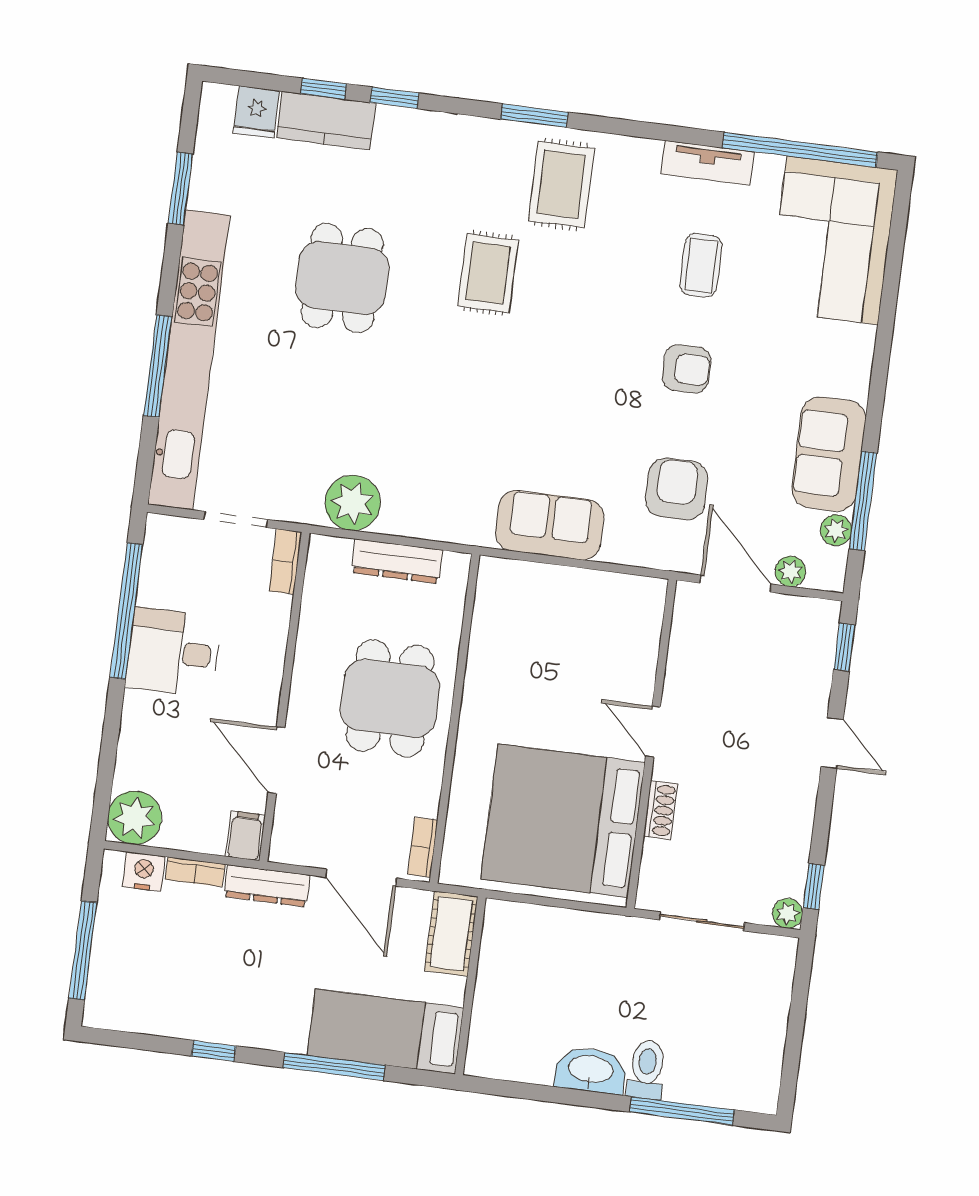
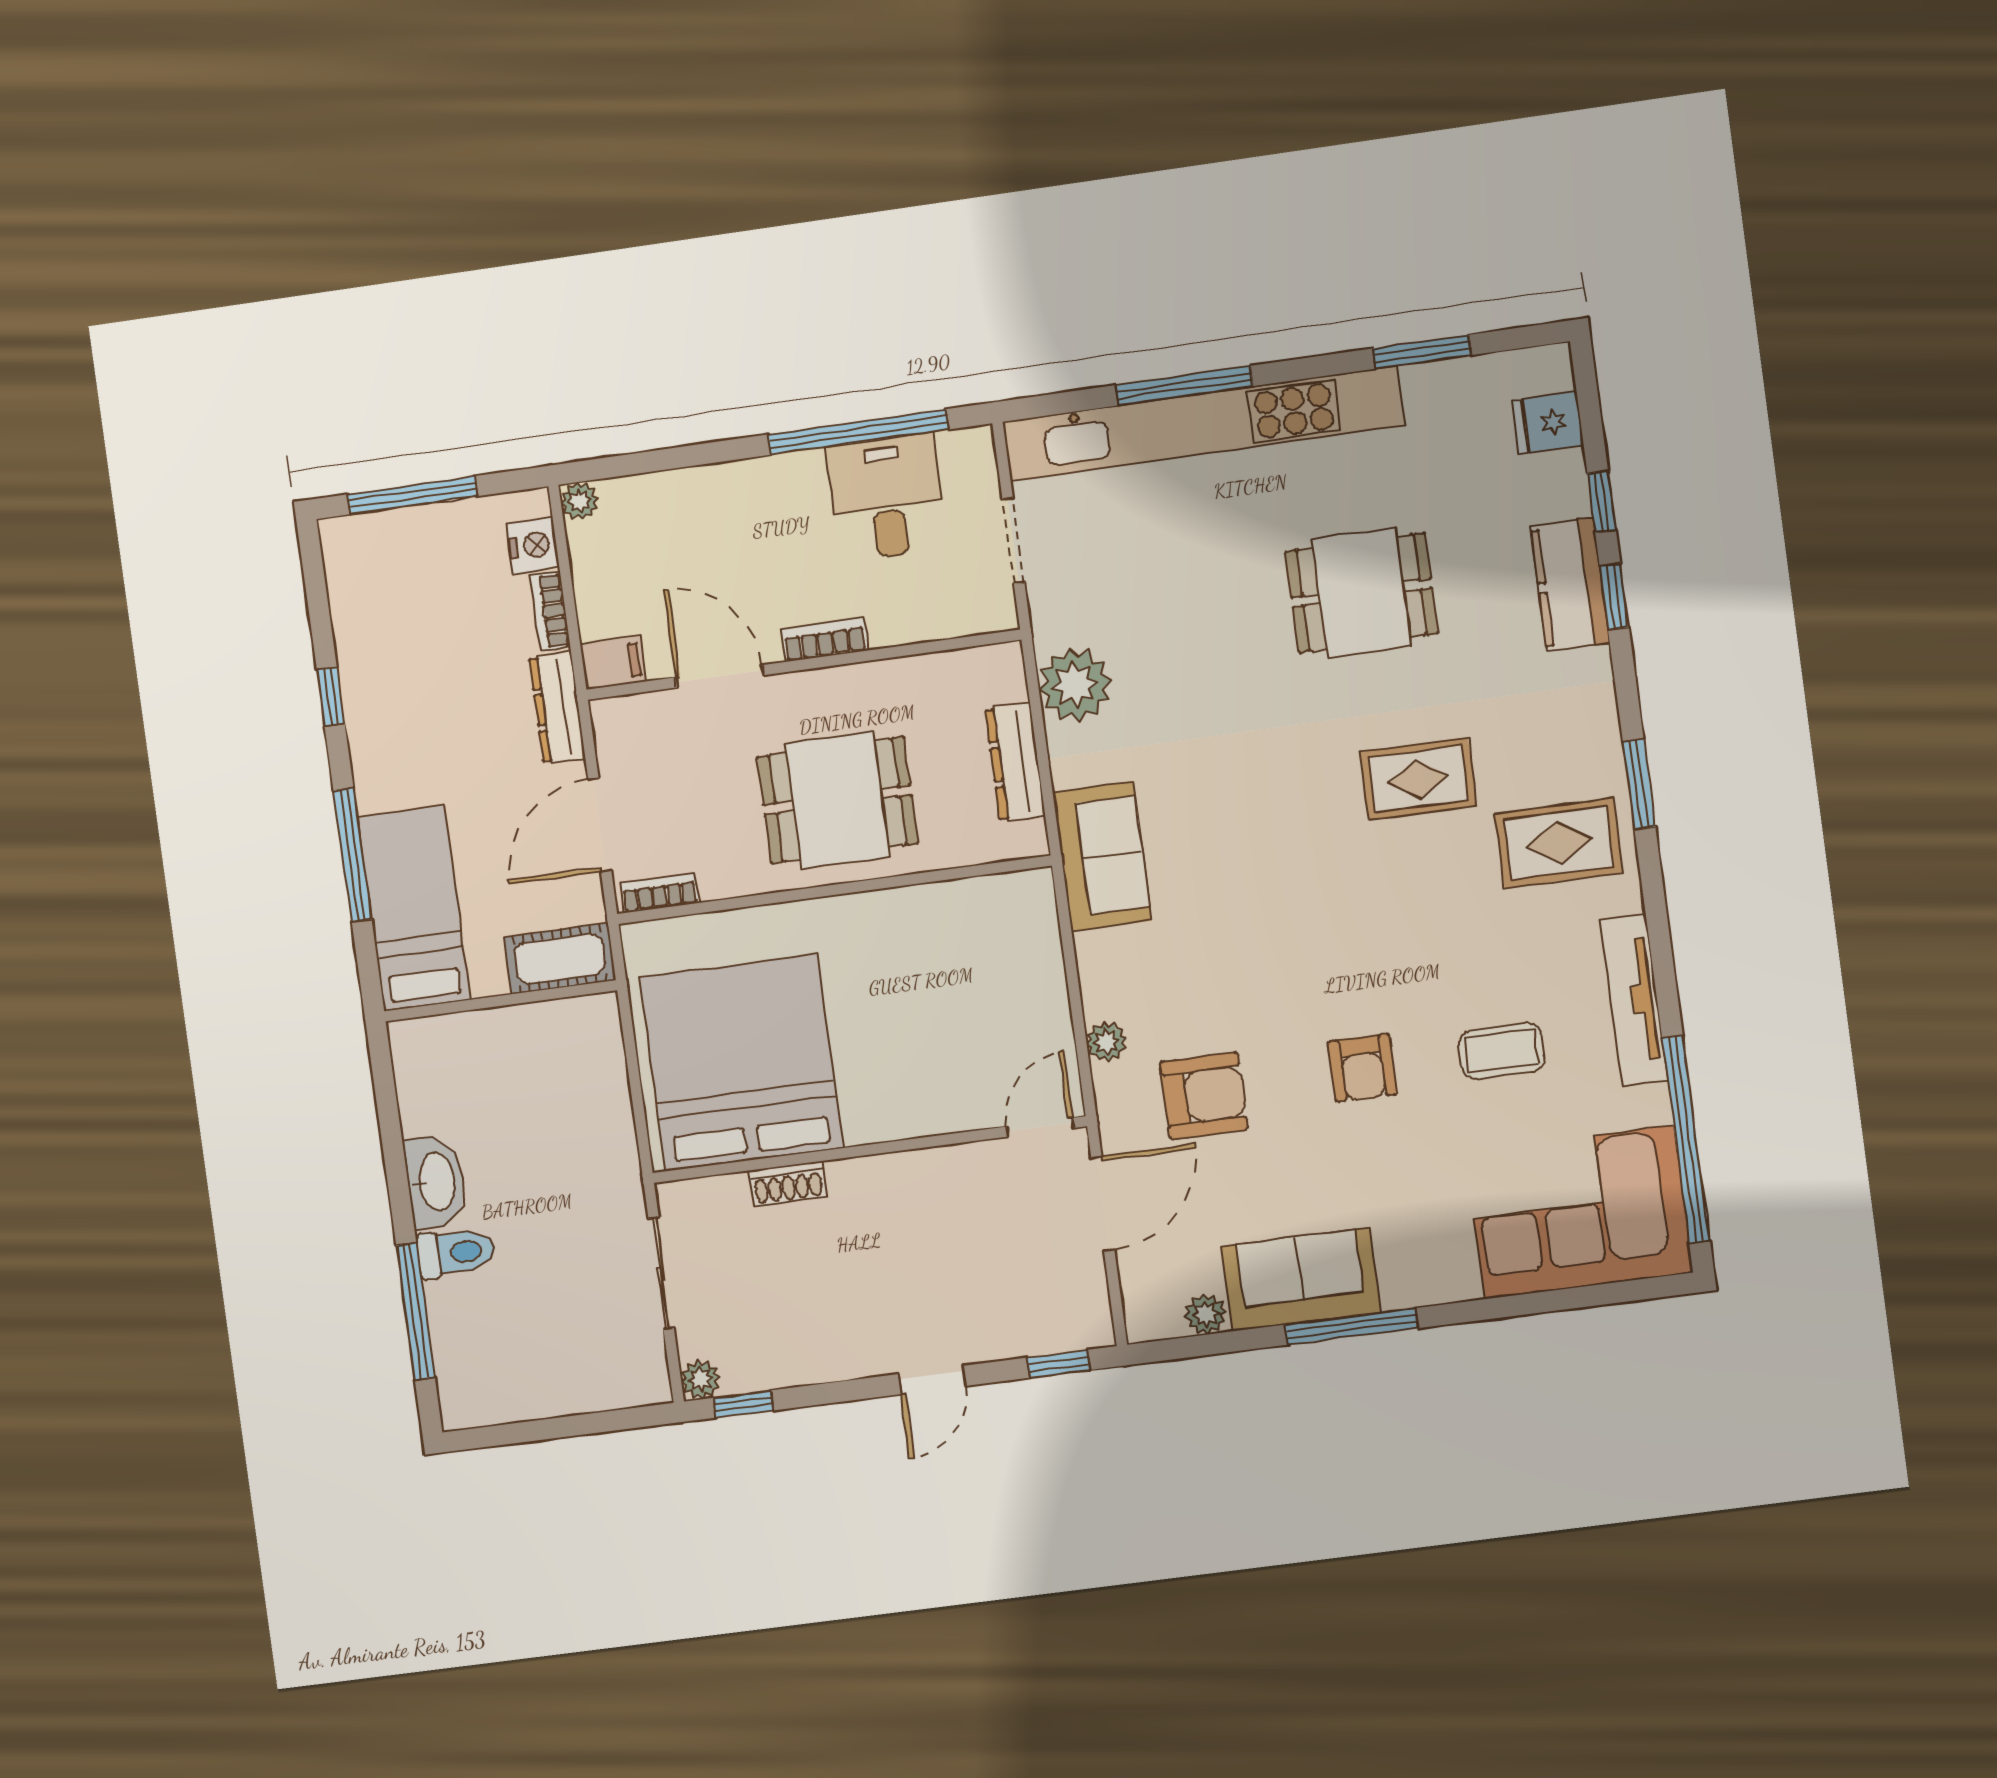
kitchen counter: (326, 121) -> (1570, 584), moved
tv unit: (707, 163) -> (1634, 1000), width x1.41
window: (863, 501) -> (1352, 1326), moved
sofa: (550, 525) -> (1102, 856), moved
bookcase: (285, 561) -> (825, 640), moved
plant: (790, 571) -> (1106, 1042), moved
desk: (173, 652) -> (886, 497), moved
door: (653, 732) -> (1040, 1127), moved
door: (276, 760) -> (720, 676), hinge flipped
plant: (135, 818) -> (579, 501), width x0.53, depth x0.53

